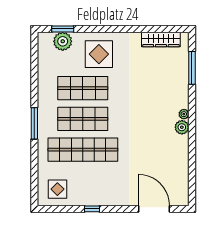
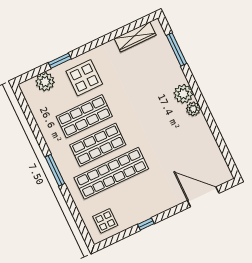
window: (63, 29) -> (60, 61), moved
plant: (184, 114) -> (183, 94), width x1.88, depth x1.88

